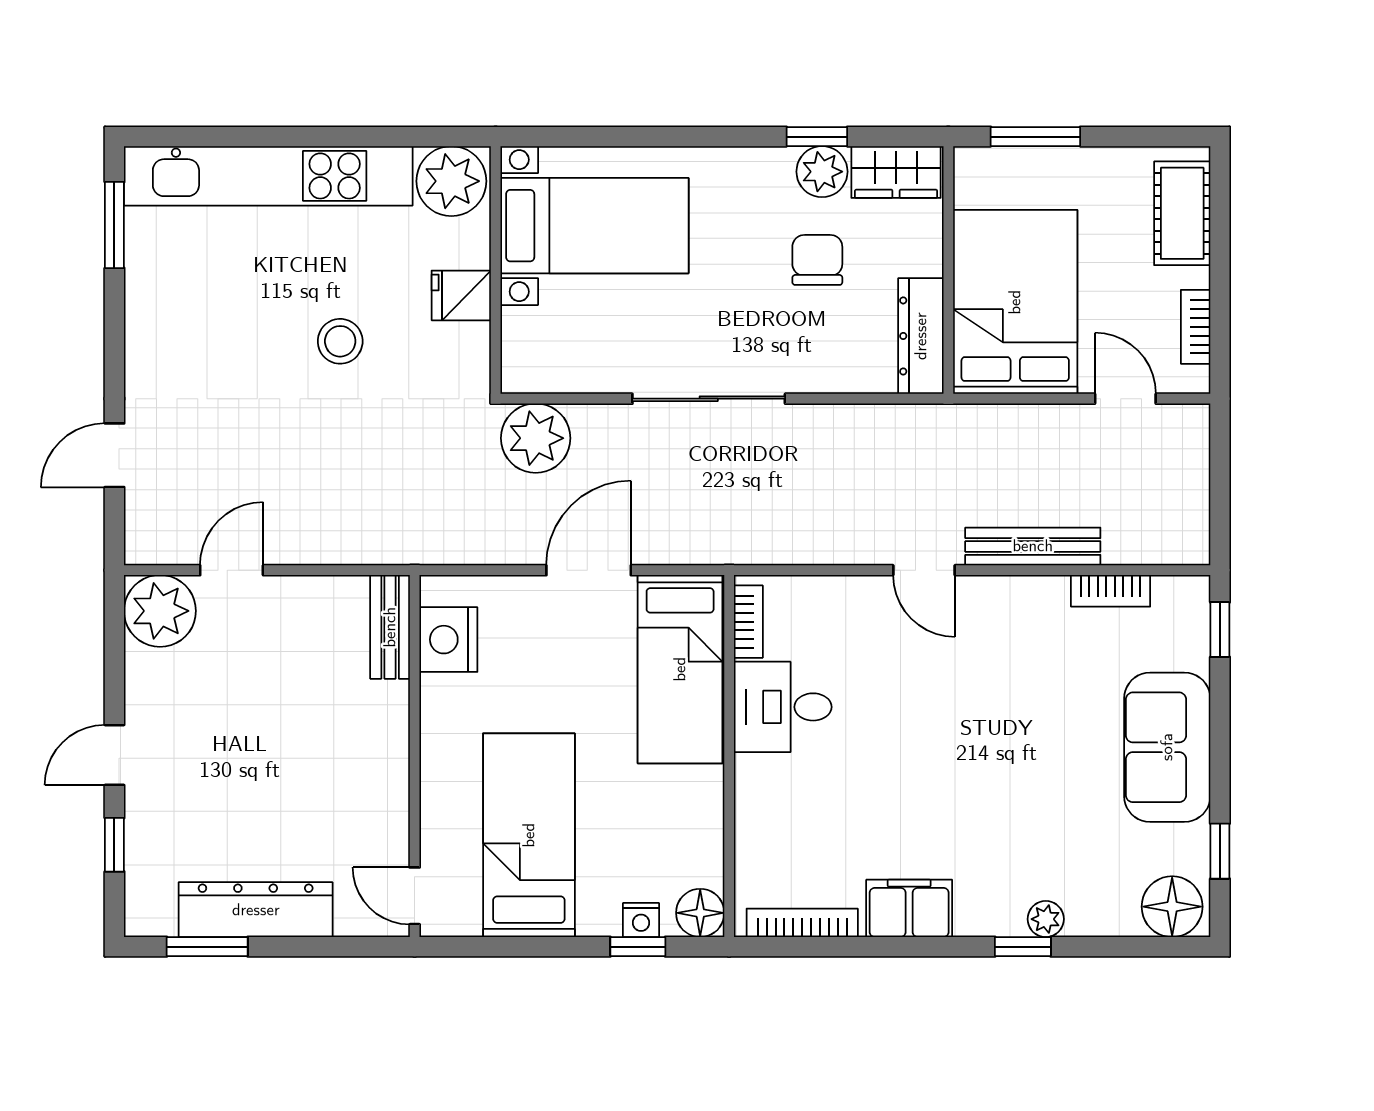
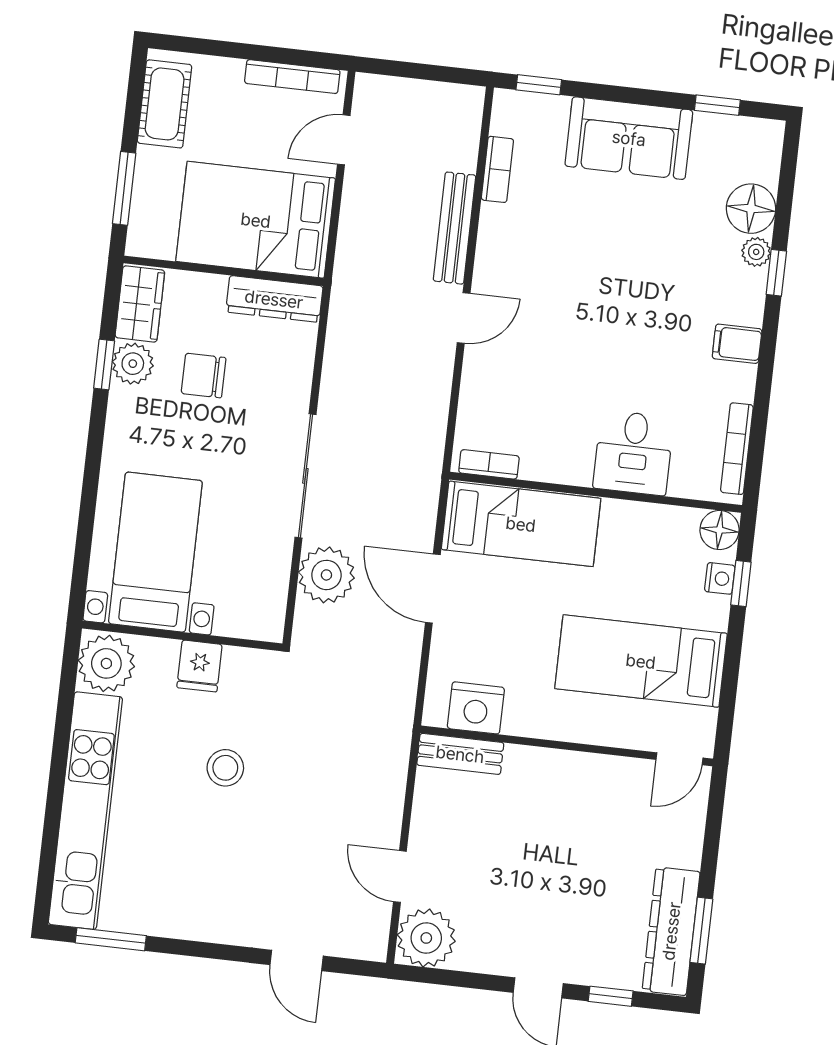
cot: (1182, 213) -> (165, 104), moved, turned 90
bookcase: (1196, 327) -> (292, 77), width x1.56
plant: (536, 438) -> (326, 575), moved
desk: (783, 707) -> (633, 453), moved
floor lamp: (1172, 907) -> (751, 209), moved
filing cabinet: (909, 908) -> (737, 344), width x0.50
dresser: (256, 910) -> (671, 931), moved

